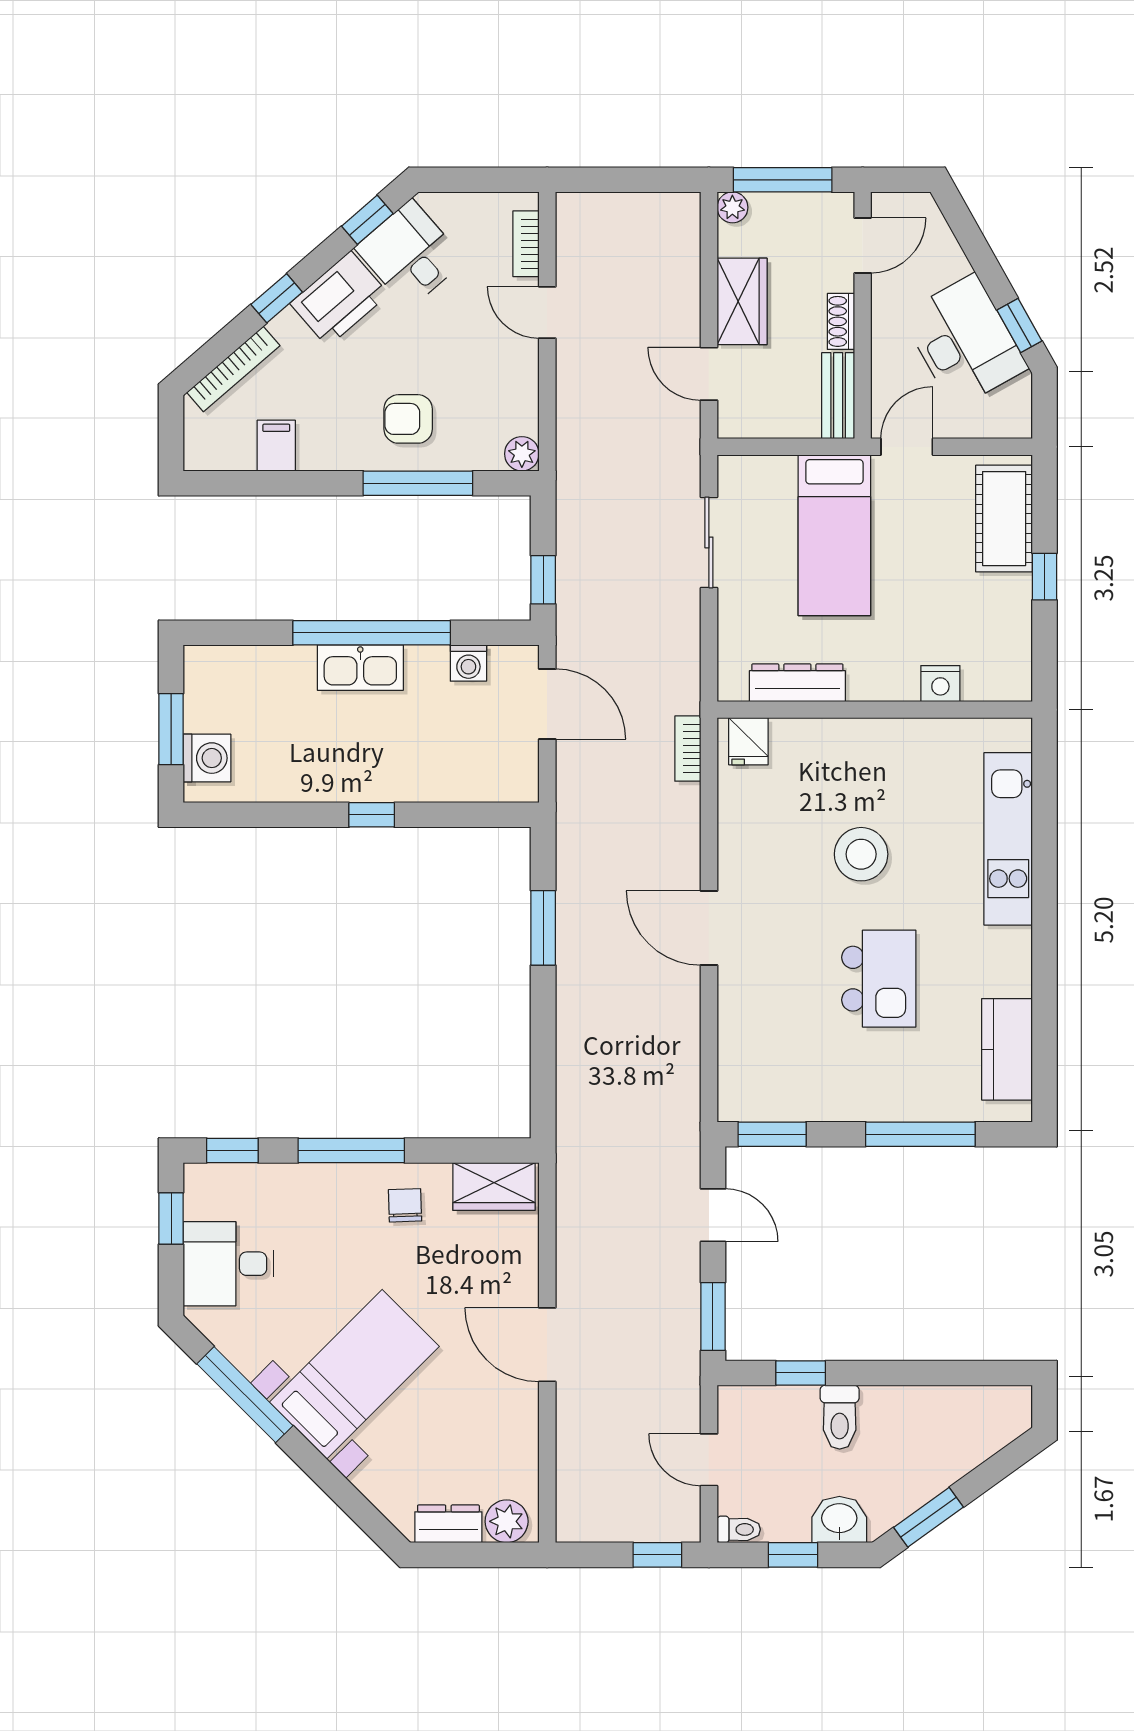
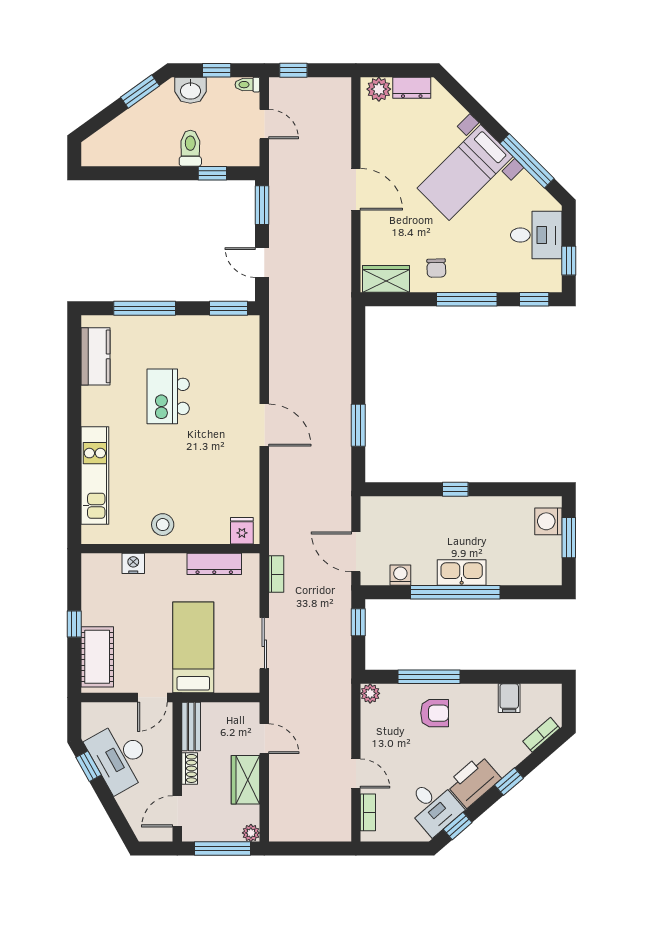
bookcase: (233, 369) -> (541, 735), width x0.64
bookcase: (688, 749) -> (276, 574), moved
stool: (861, 854) -> (163, 525), moved, width x0.73, depth x0.73

